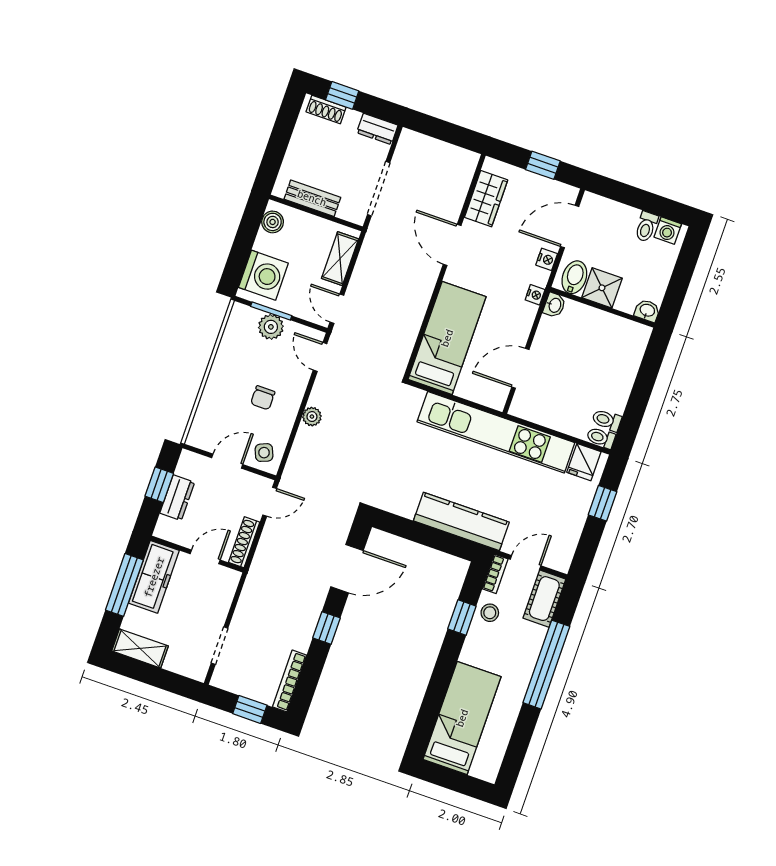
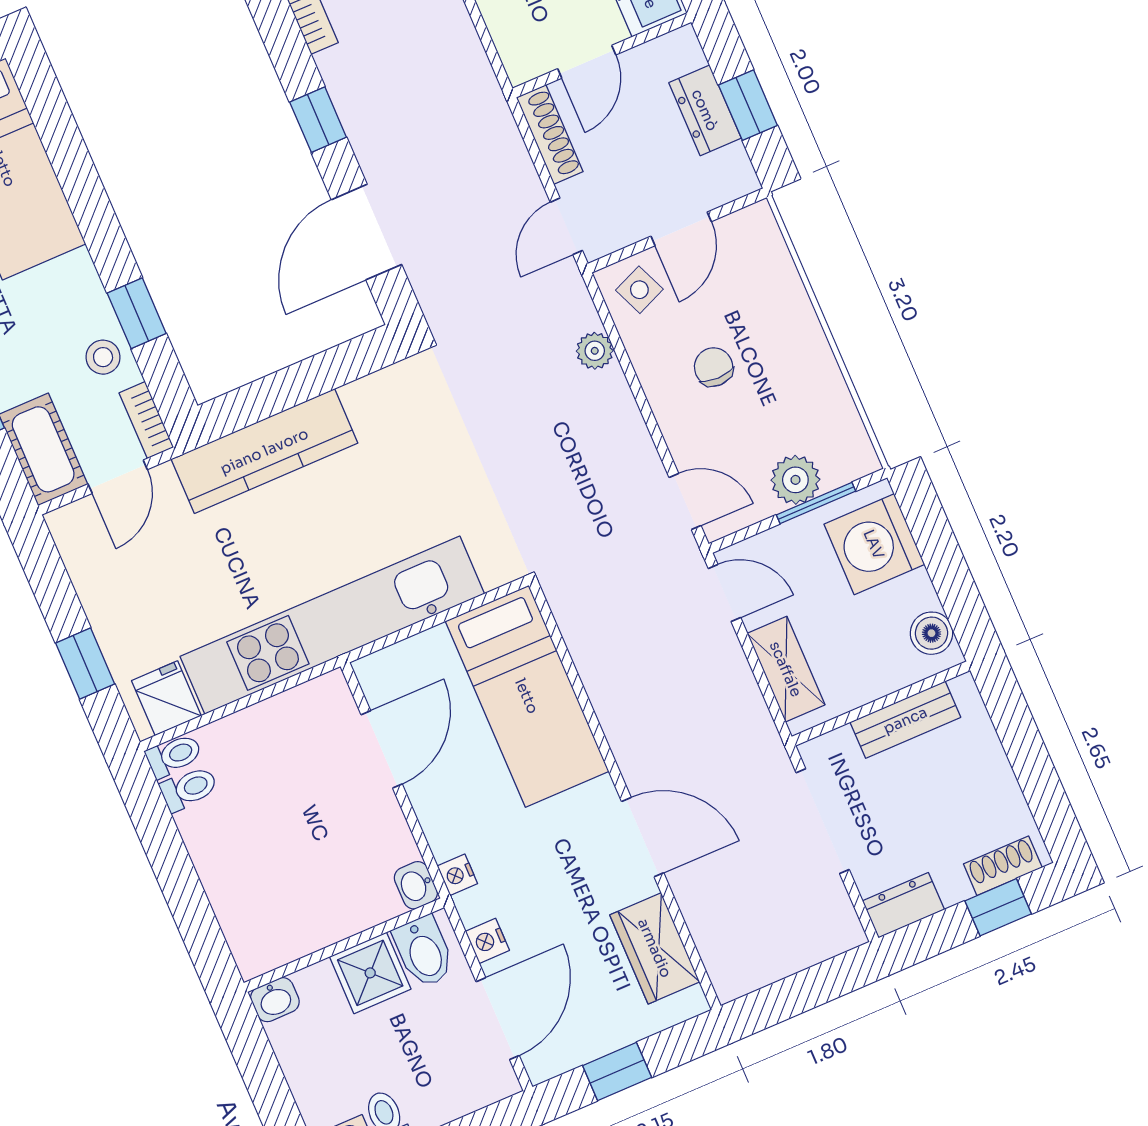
plant: (312, 417) -> (595, 351), moved

